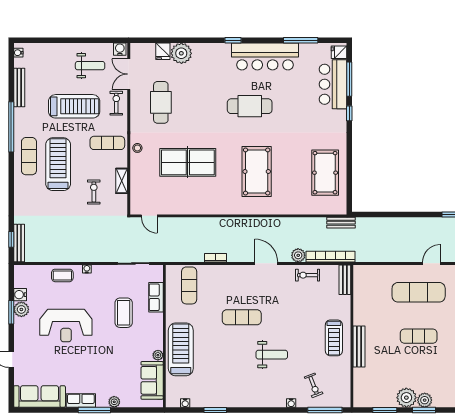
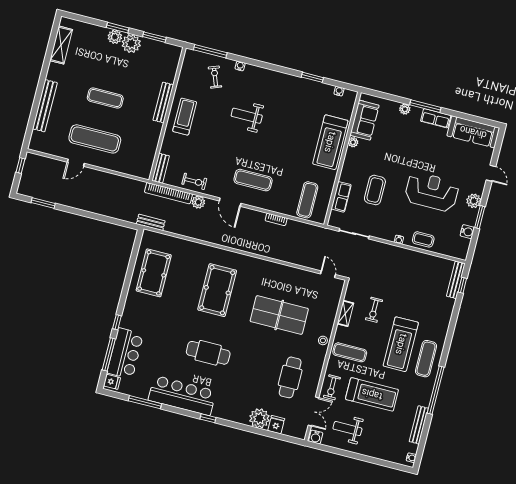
treadmill: (74, 106) -> (372, 394), turned 180
plant: (21, 309) -> (474, 201), moved
exercise mat: (242, 317) -> (253, 180), moved

